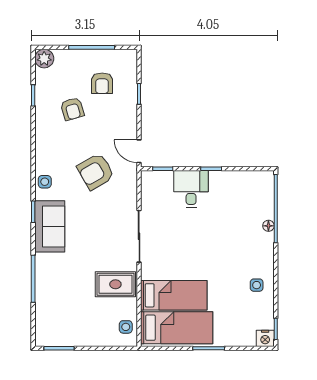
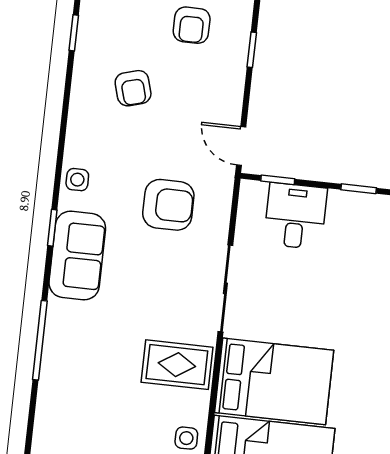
armchair: (72, 109) -> (133, 88), moved
armchair: (96, 171) -> (168, 205), moved, turned -150
desk: (191, 189) -> (295, 216), moved
bed: (174, 295) -> (274, 381), width x1.50

